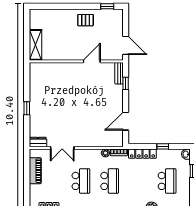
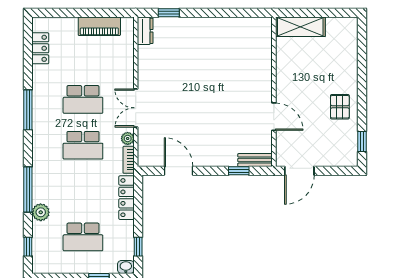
window: (27, 108) -> (169, 13), moved
window: (163, 146) -> (138, 247), moved
double door: (62, 148) -> (136, 108), moved

